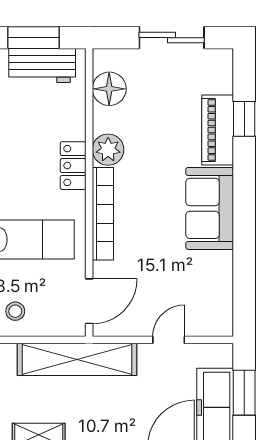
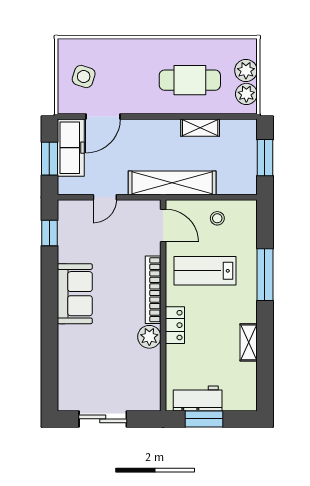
floor lamp: (109, 89) -> (148, 381), removed
window: (244, 119) -> (49, 233), moved
piano: (218, 130) -> (69, 351), removed
door: (89, 301) -> (163, 226), swing flipped

